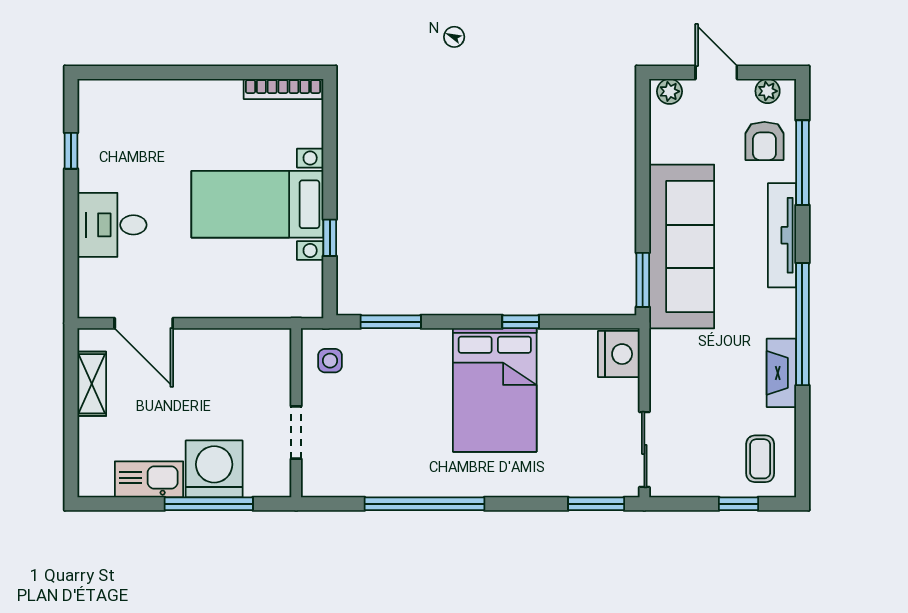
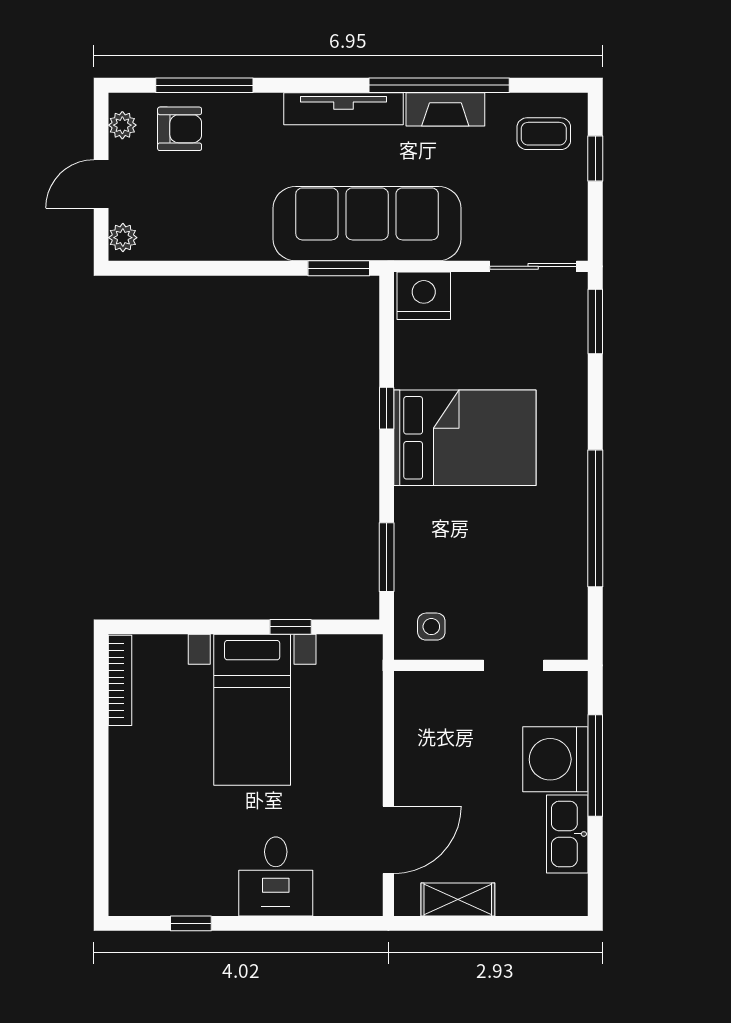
tv unit: (782, 235) -> (343, 109), moved
sofa: (682, 247) -> (367, 224), moved
window: (802, 324) -> (439, 85), moved

